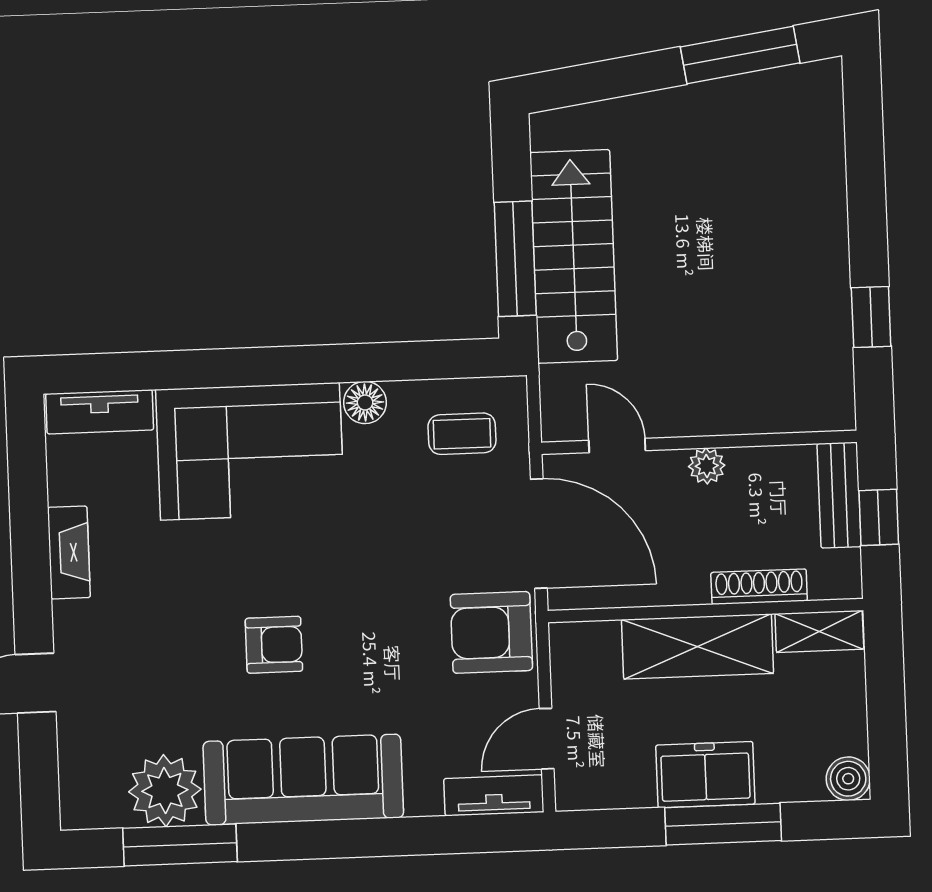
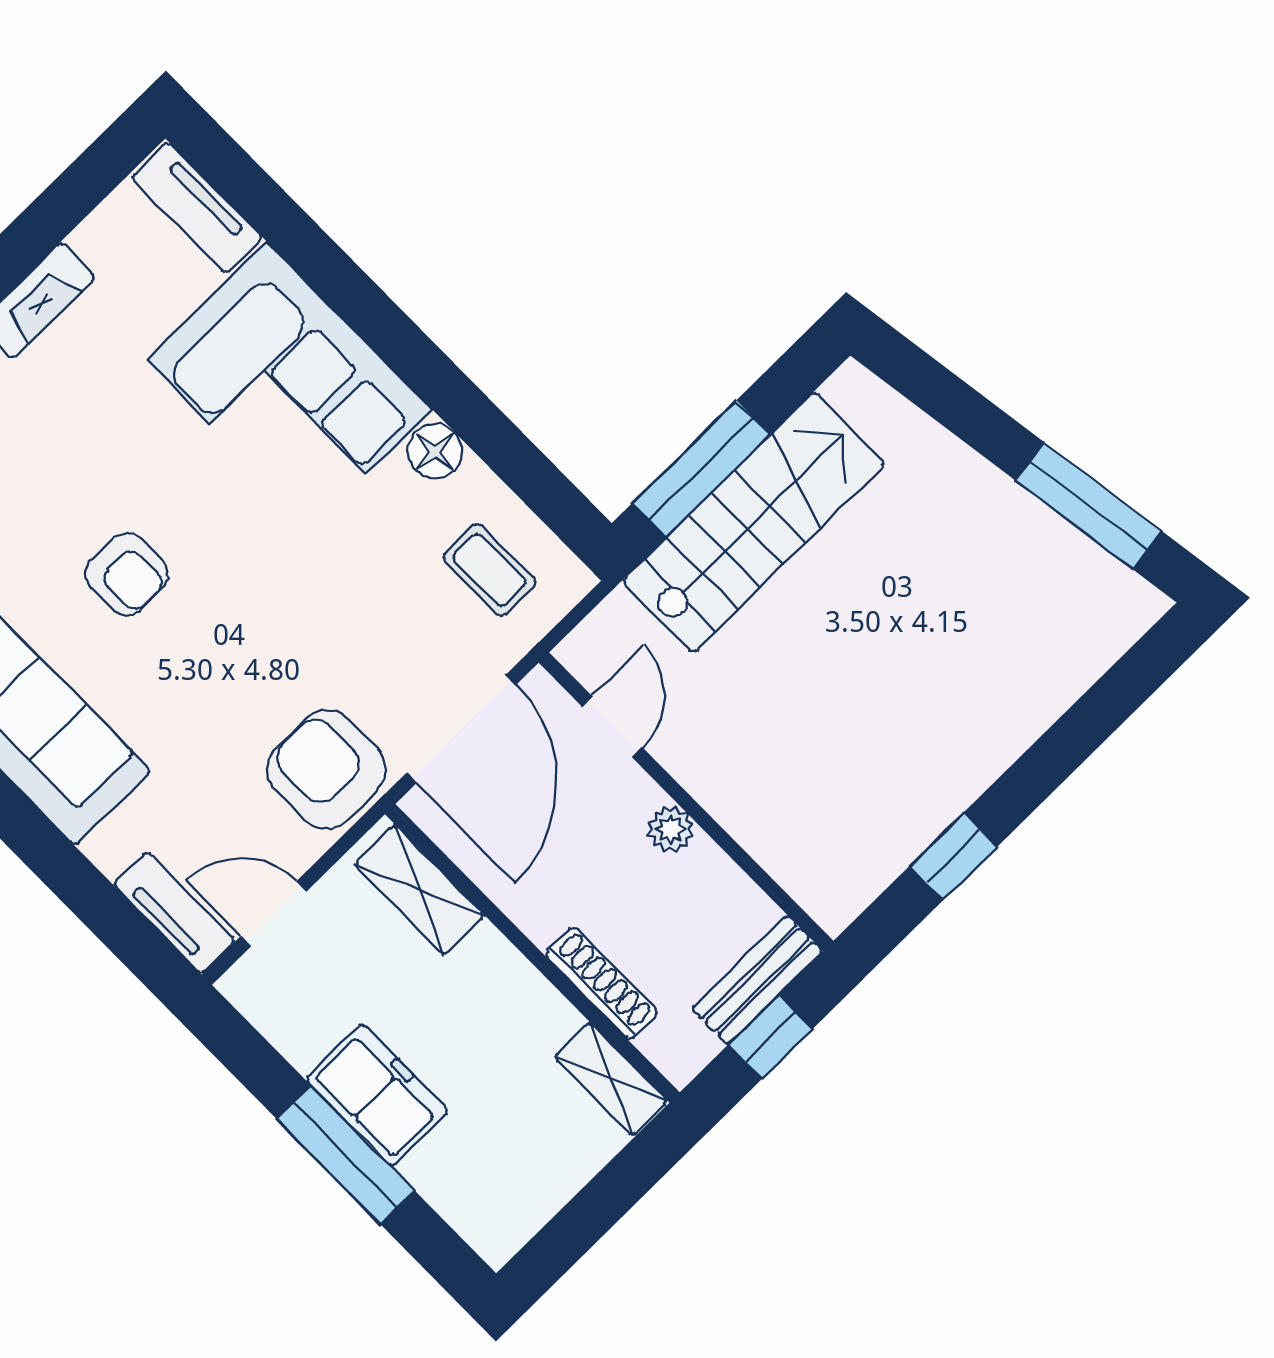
shelving: (697, 646) -> (419, 890), moved, width x0.67, depth x0.75
boiler: (848, 779) -> (497, 1234), removed

